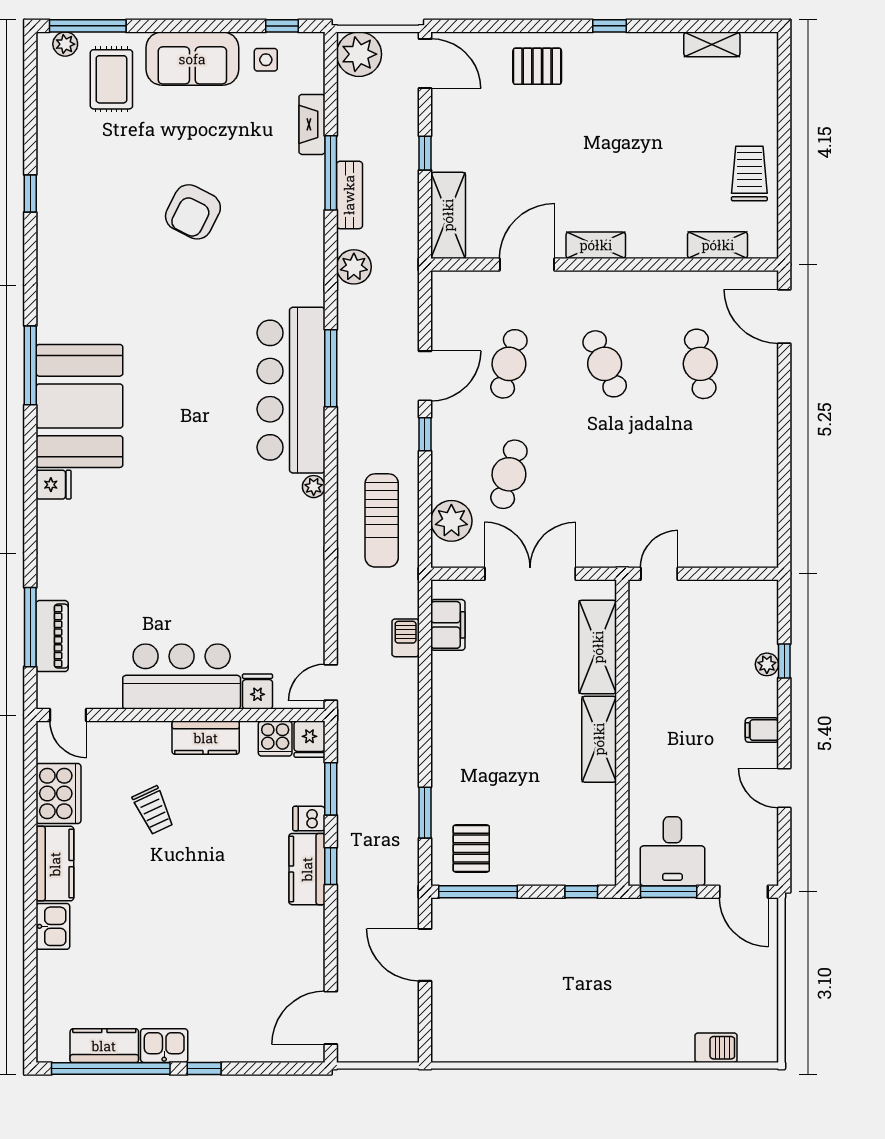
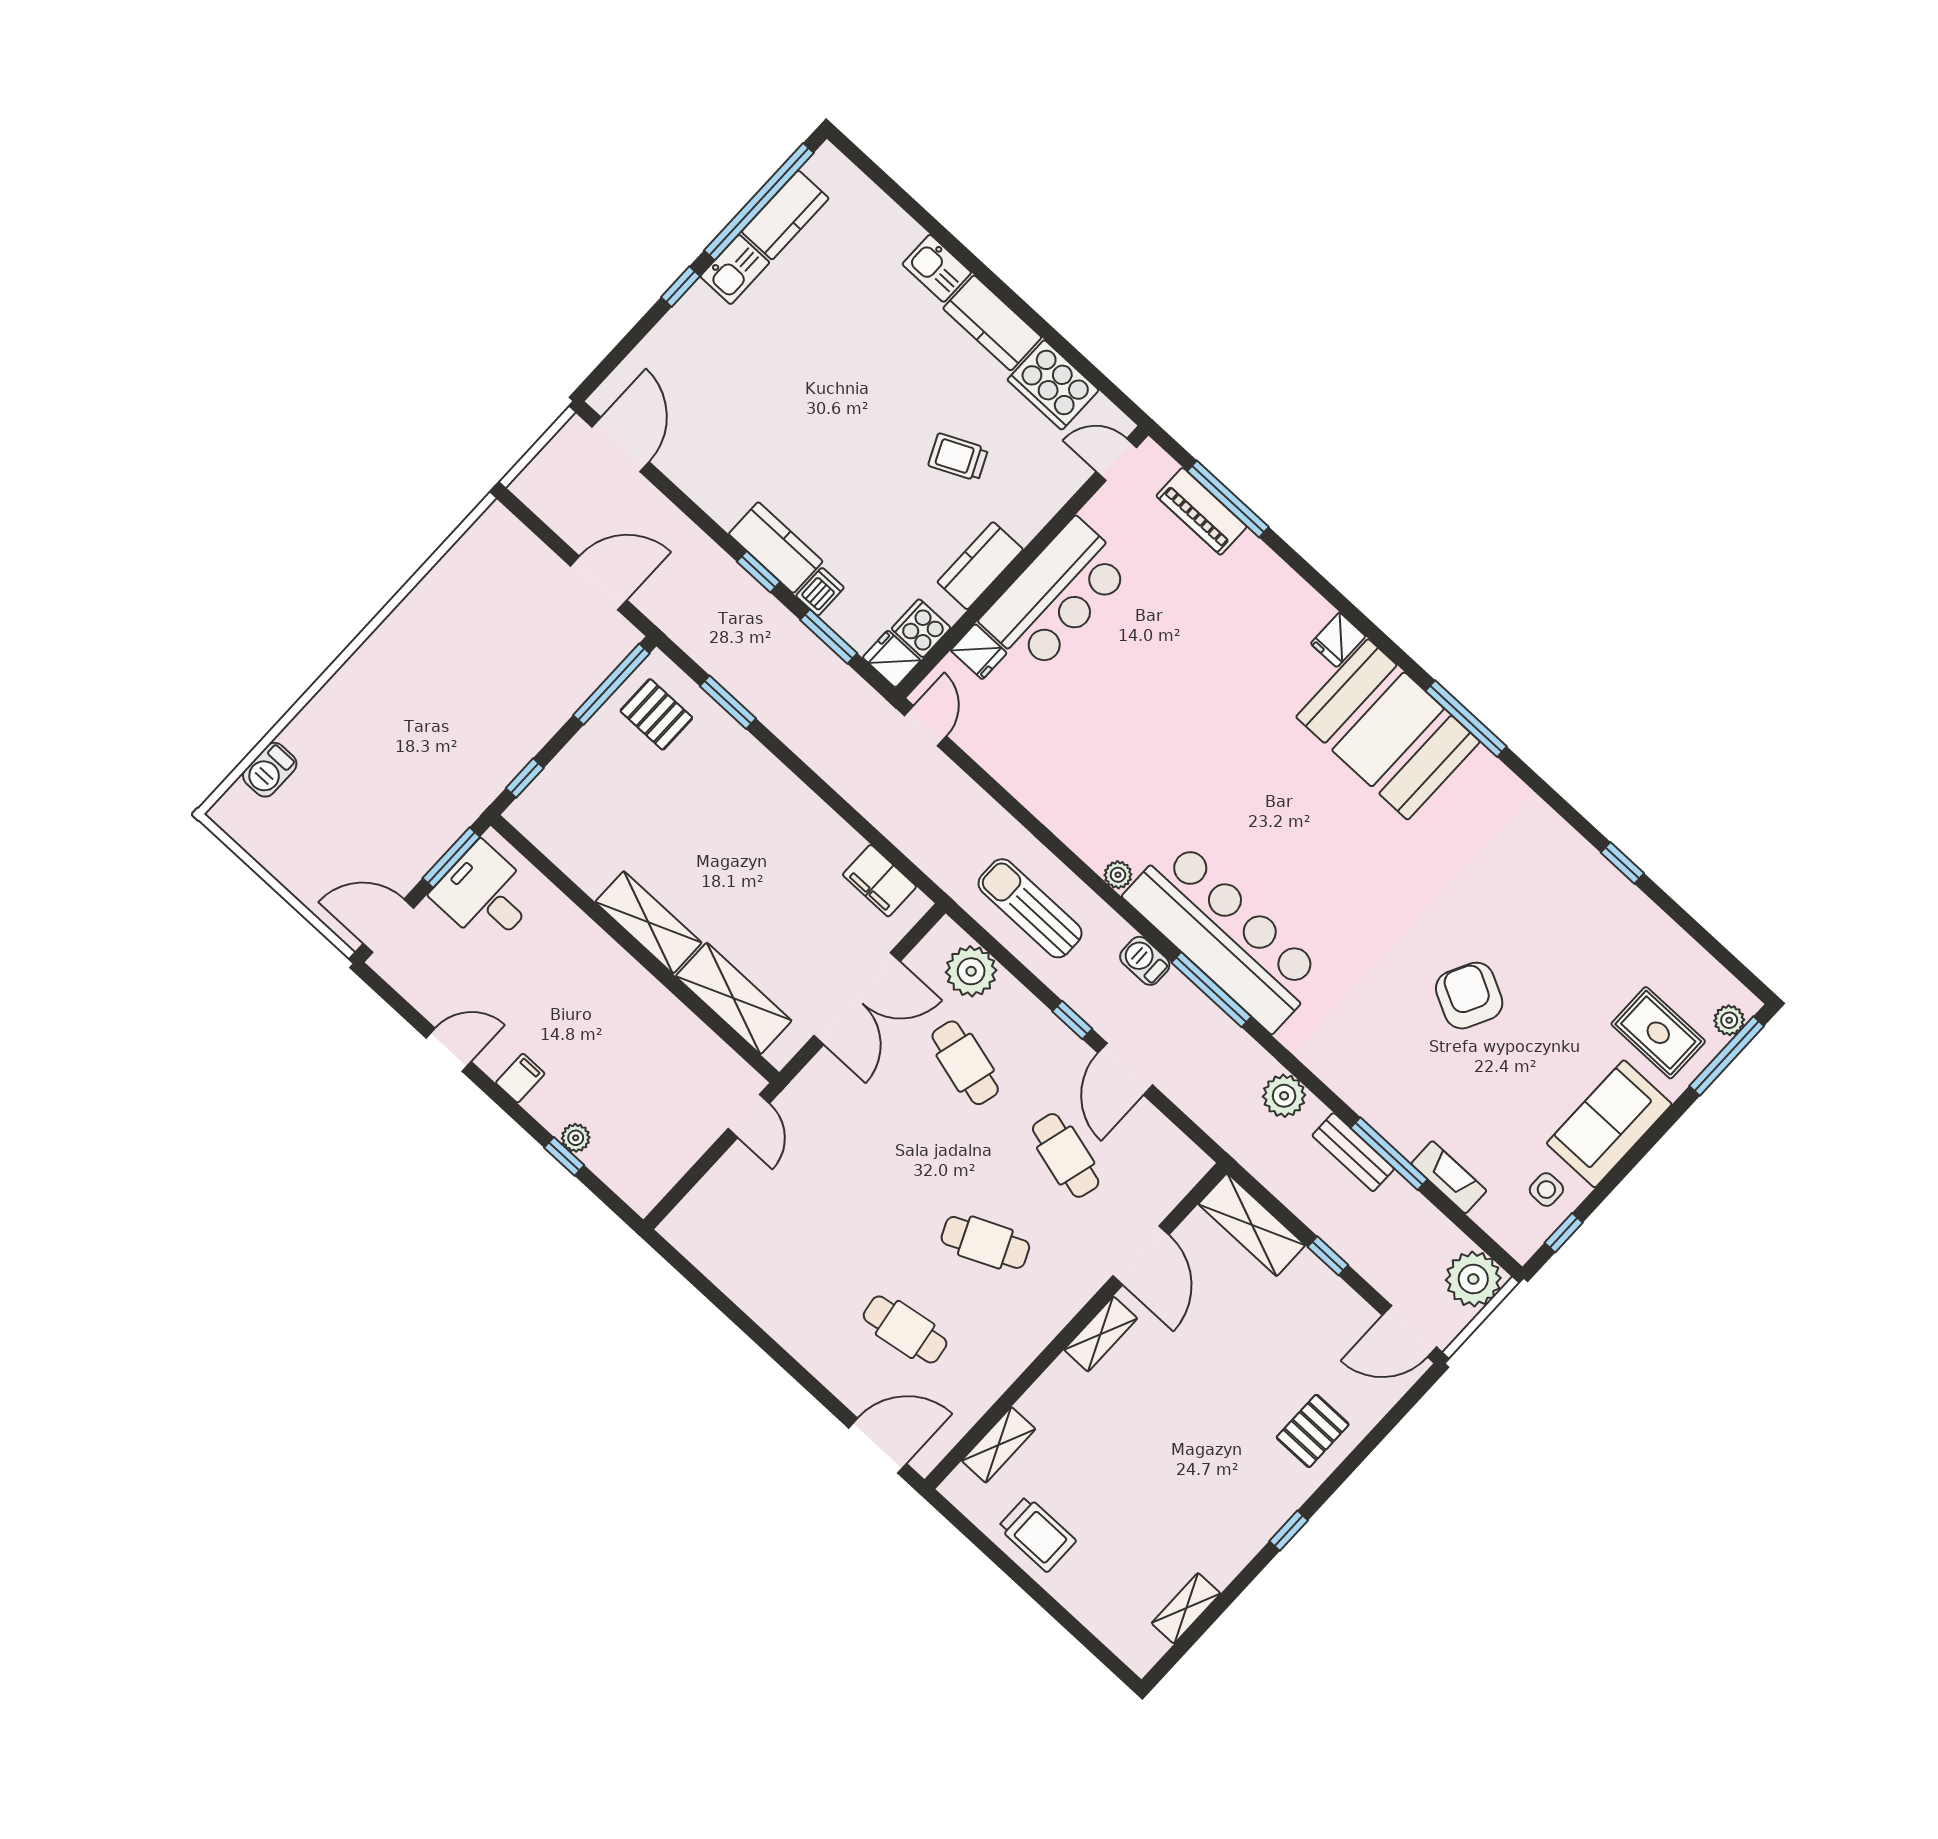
barbecue: (406, 638) -> (1145, 961), moved, turned 180

